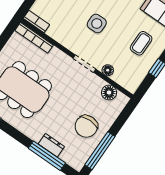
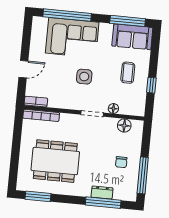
chair: (86, 126) -> (121, 162), width x0.54, depth x0.54

